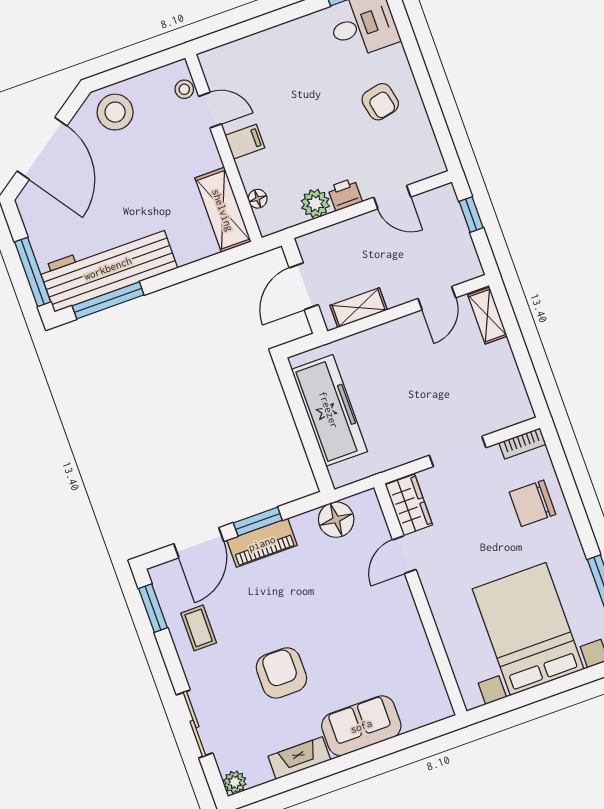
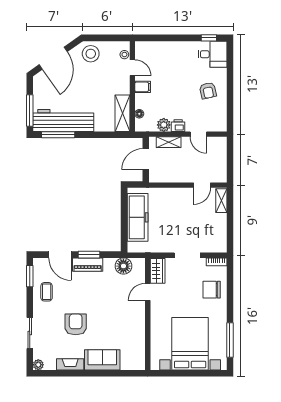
window: (471, 215) -> (230, 154), removed
shelving: (359, 308) -> (169, 142), moved
door: (199, 543) -> (60, 255), hinge flipped

